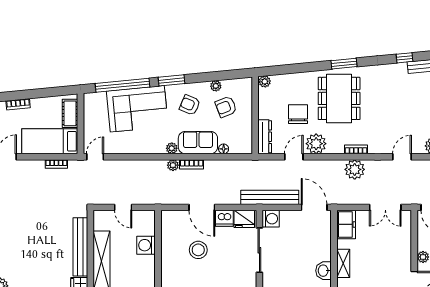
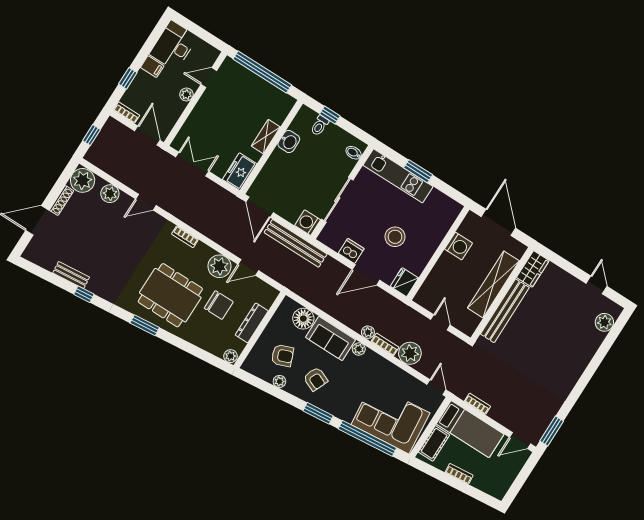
dining table: (339, 98) -> (170, 295), turned 90
bookcase: (18, 104) -> (459, 474), moved
corner sofa: (137, 109) -> (390, 419), moved
chair: (298, 114) -> (219, 305), turned -90
dresser: (265, 137) -> (252, 323), moved
floor lamp: (224, 149) -> (303, 319), width x1.89, depth x1.89
door: (95, 157) -> (436, 387), swing flipped
bookcase: (192, 164) -> (385, 344), moved
plant: (355, 169) -> (410, 353), moved
door: (202, 207) -> (366, 275), swing flipped
fridge: (244, 219) -> (404, 282), moved, turned -90
washing machine: (146, 245) -> (458, 246), moved

